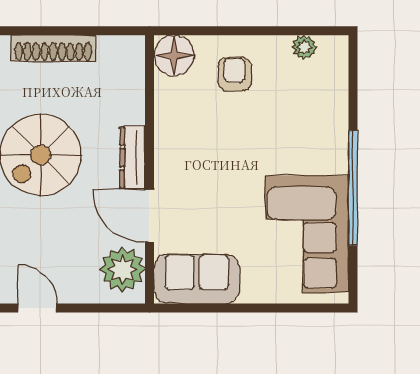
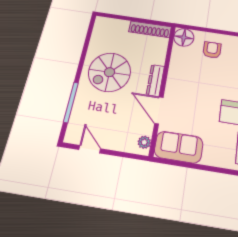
shoe rack: (53, 48) -> (150, 29), moved
plant: (122, 269) -> (144, 142), width x0.53, depth x0.53

